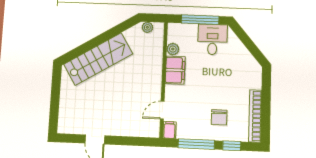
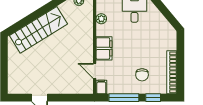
filing cabinet: (175, 70) -> (104, 48), moved
door: (162, 110) -> (95, 71), hinge flipped

